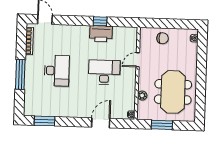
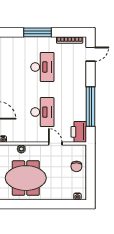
window: (100, 21) -> (90, 107), width x3.17
printer: (101, 34) -> (79, 132), moved
desk: (57, 71) -> (42, 67), turned -90

